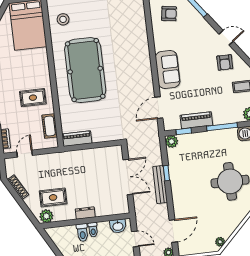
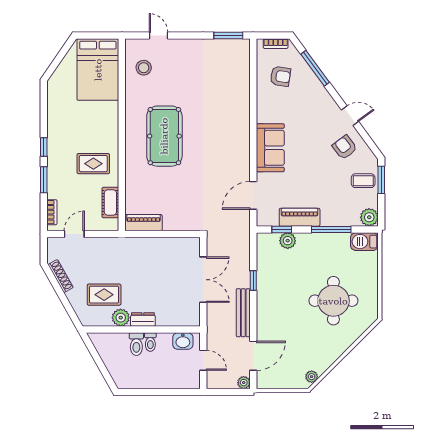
armchair: (225, 62) -> (345, 147), turned 143
pool table: (85, 70) -> (164, 136), width x0.73, depth x0.76
plant: (172, 141) -> (288, 241), moved
bench: (160, 185) -> (243, 313), moved
plant: (46, 216) -> (121, 318), moved

